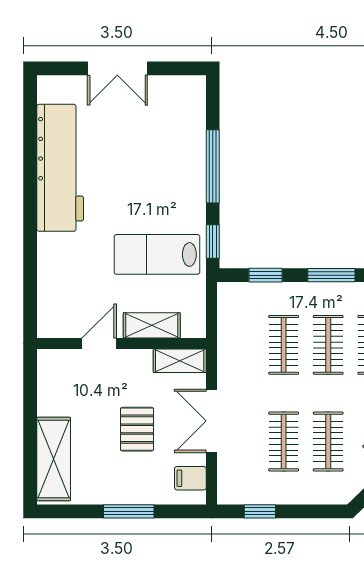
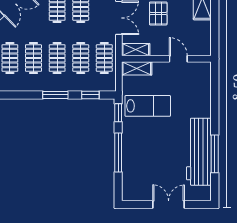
window: (30, 164) -> (215, 154), added
shelving: (152, 325) -> (137, 68), moved
door: (99, 344) -> (178, 59), swing flipped
clothes rail: (239, 345) -> (104, 58), added

